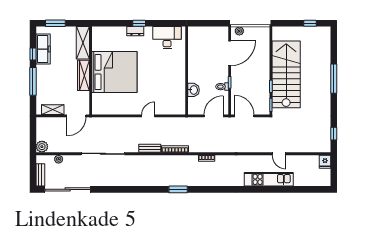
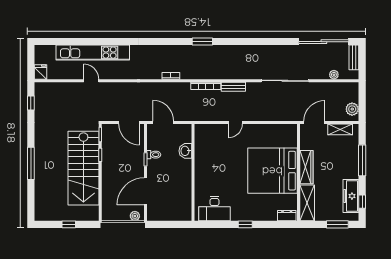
window: (310, 23) -> (69, 224), moved
dresser: (135, 31) -> (287, 216), moved
window: (33, 54) -> (362, 202), moved
door: (214, 116) -> (163, 122), swing flipped
plant: (42, 147) -> (352, 109), moved
kitchen unit: (269, 179) -> (93, 53), width x1.36

